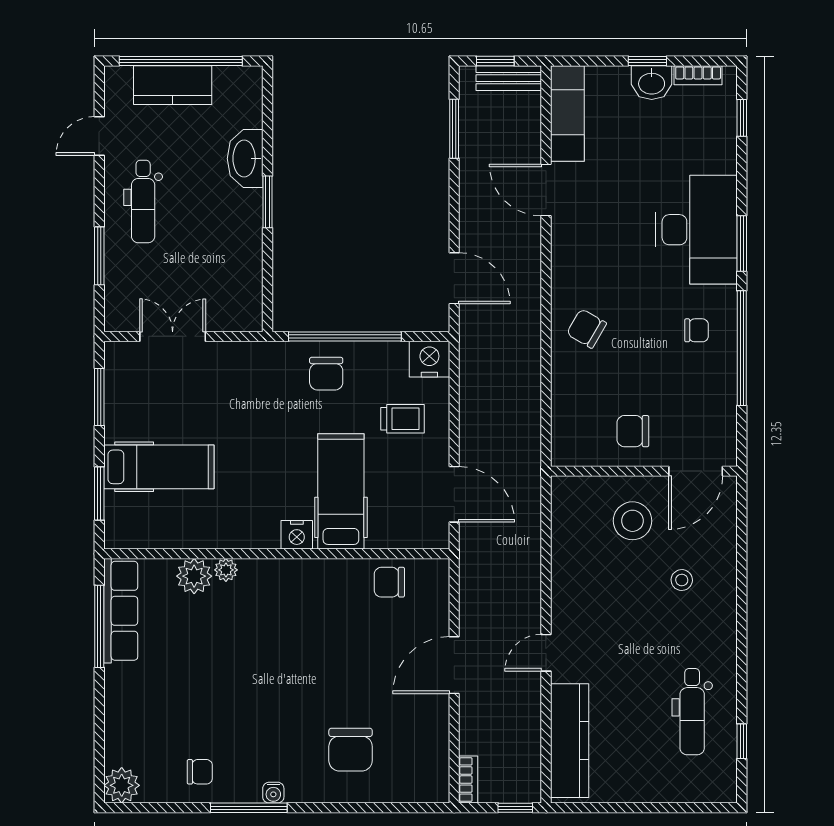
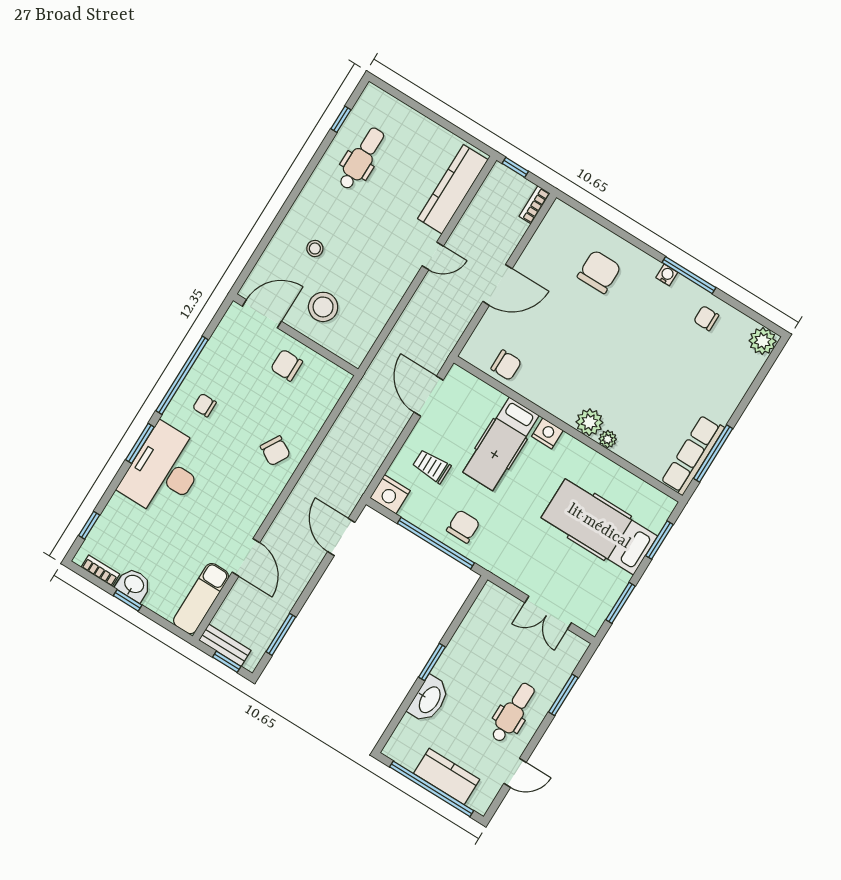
chair: (633, 431) -> (287, 365), turned 180
hospital bed: (159, 467) -> (599, 527), width x1.37, depth x1.29
plant: (194, 576) -> (589, 422), moved

